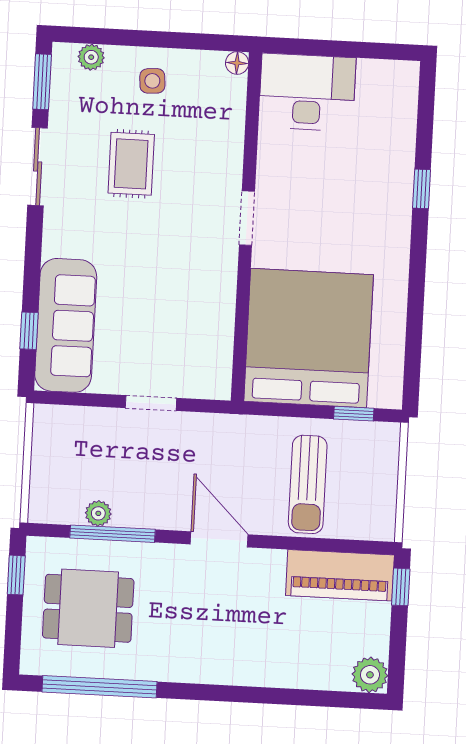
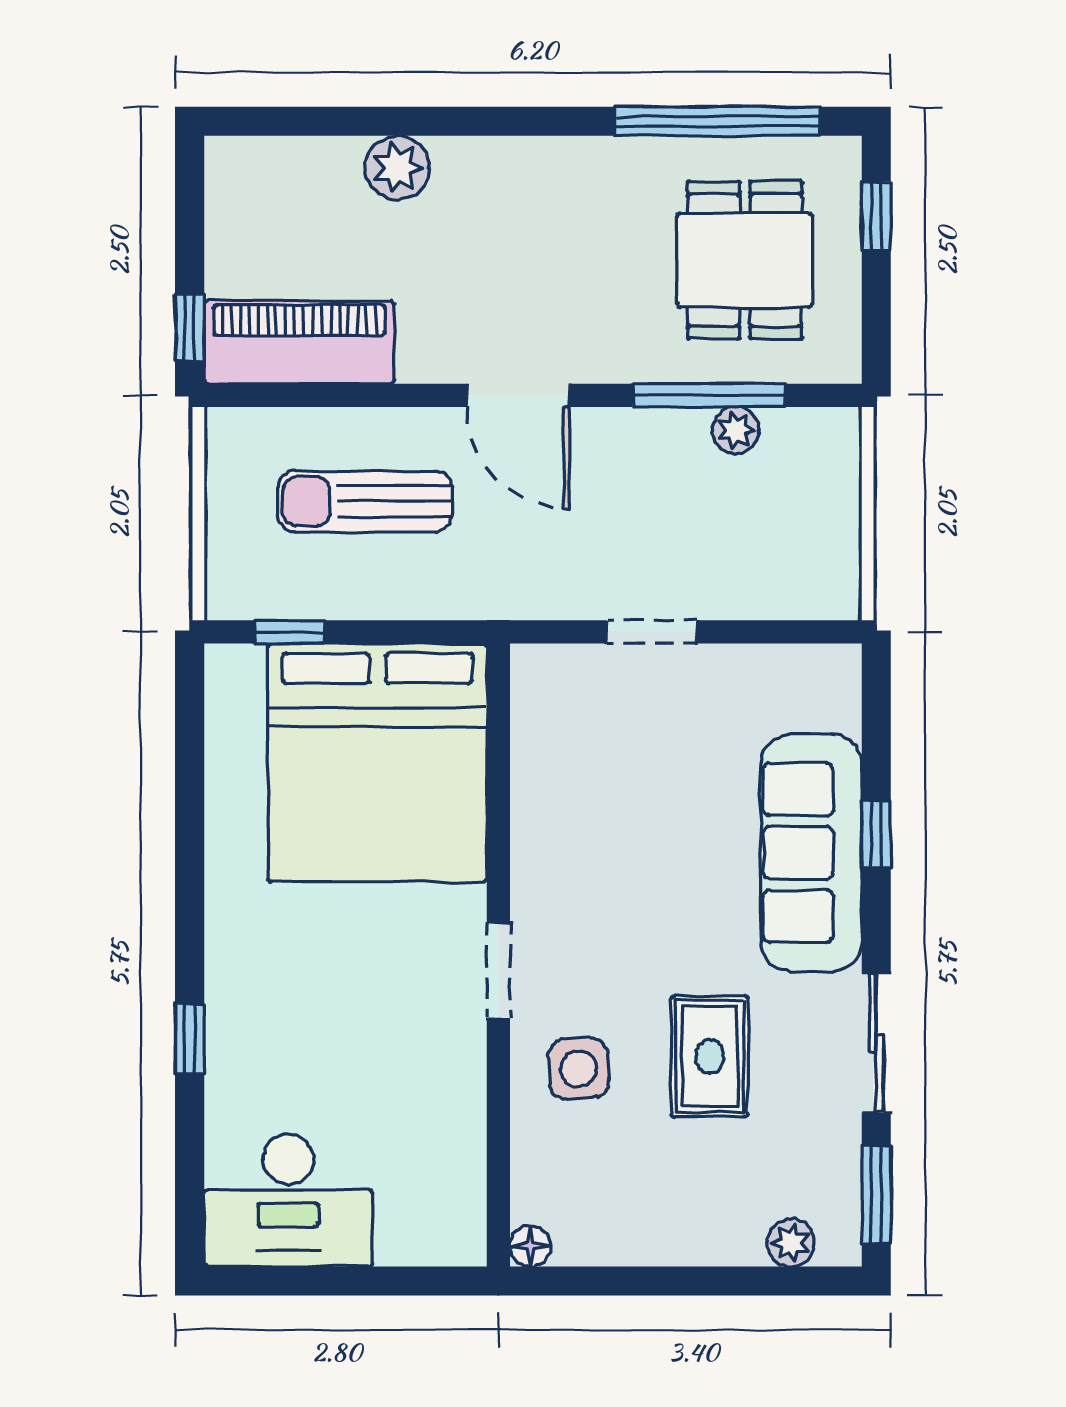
side table: (152, 81) -> (579, 1069), moved, width x1.37, depth x1.37
desk: (307, 92) -> (288, 1200), moved
sofa: (66, 325) -> (811, 853), moved
window: (29, 331) -> (876, 834), moved
sun lounger: (308, 484) -> (365, 501), turned -90
window: (16, 575) -> (876, 216), moved
dining table: (88, 608) -> (745, 260), turned 90
plant: (370, 675) -> (397, 168), moved

